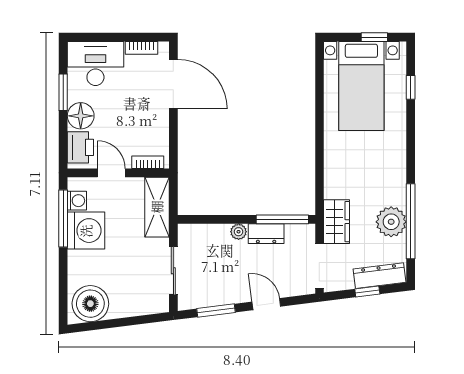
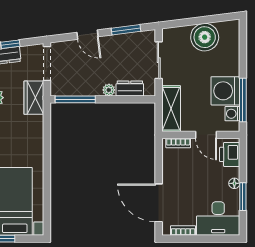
floor lamp: (81, 116) -> (234, 183), width x0.53, depth x0.53
dresser: (266, 234) -> (130, 88), moved
boiler: (90, 304) -> (205, 37), moved

